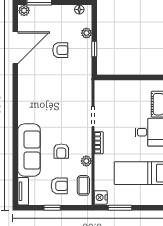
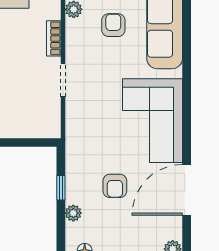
armchair: (60, 50) -> (115, 186), turned -90
corner sofa: (37, 91) -> (153, 121), added

